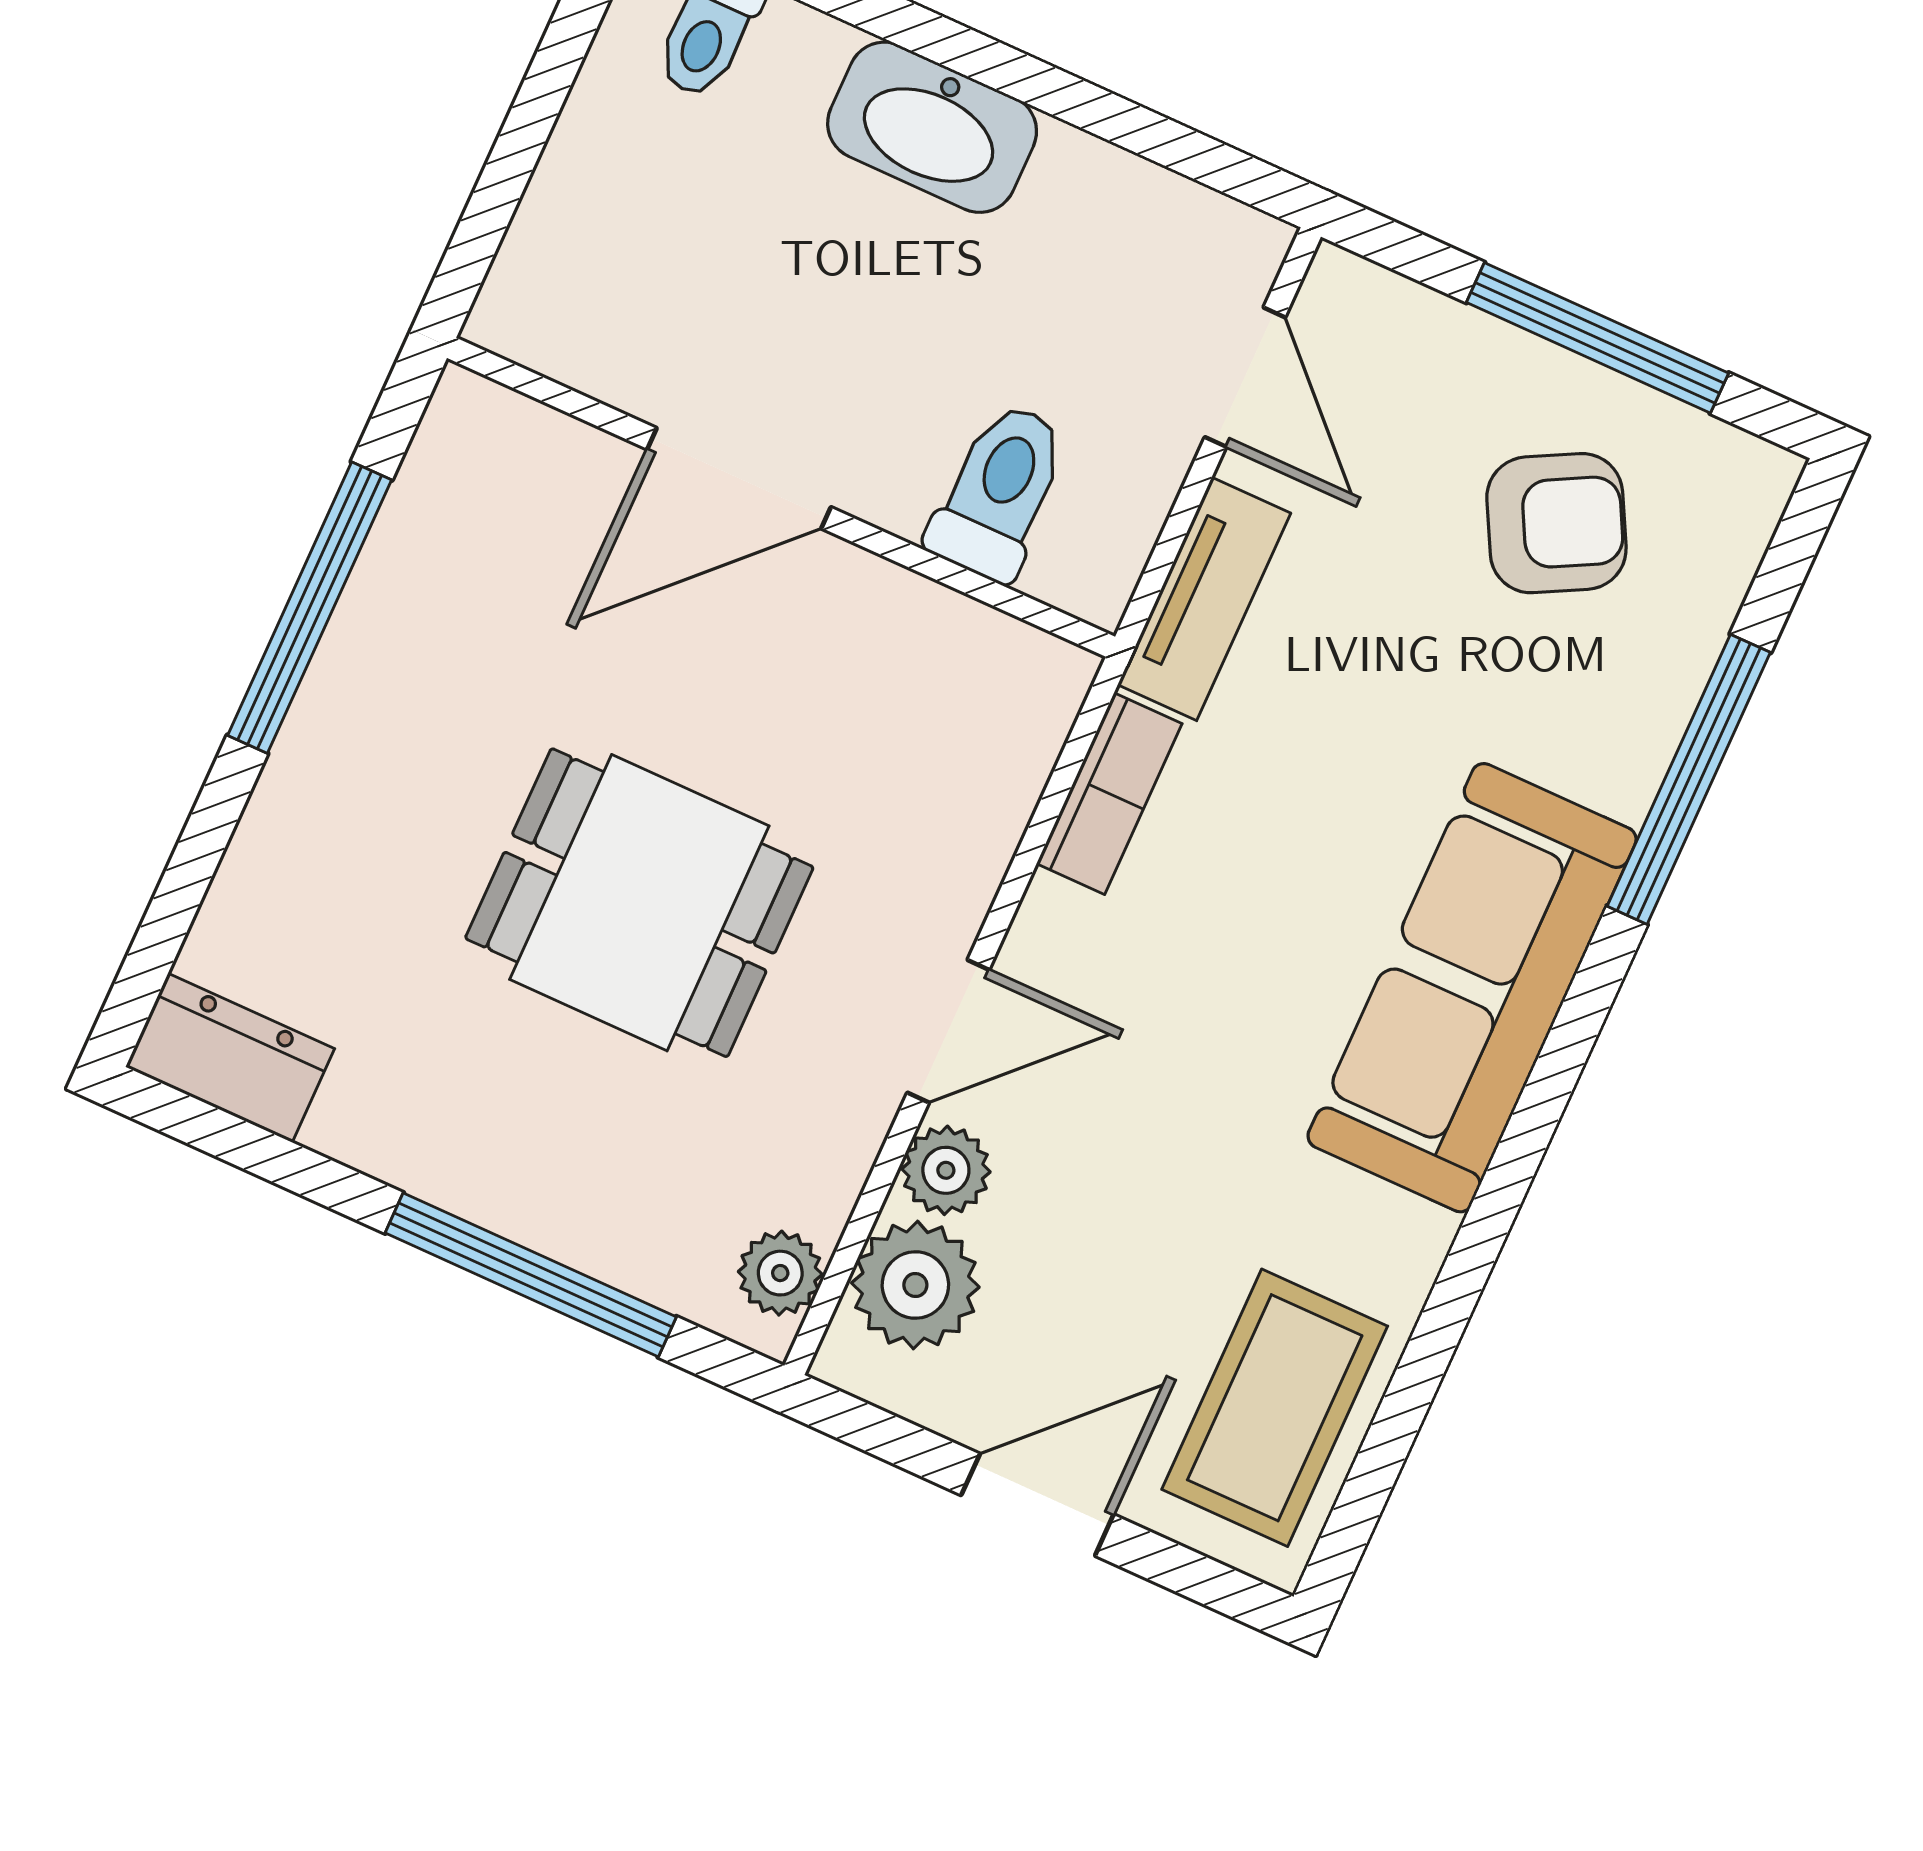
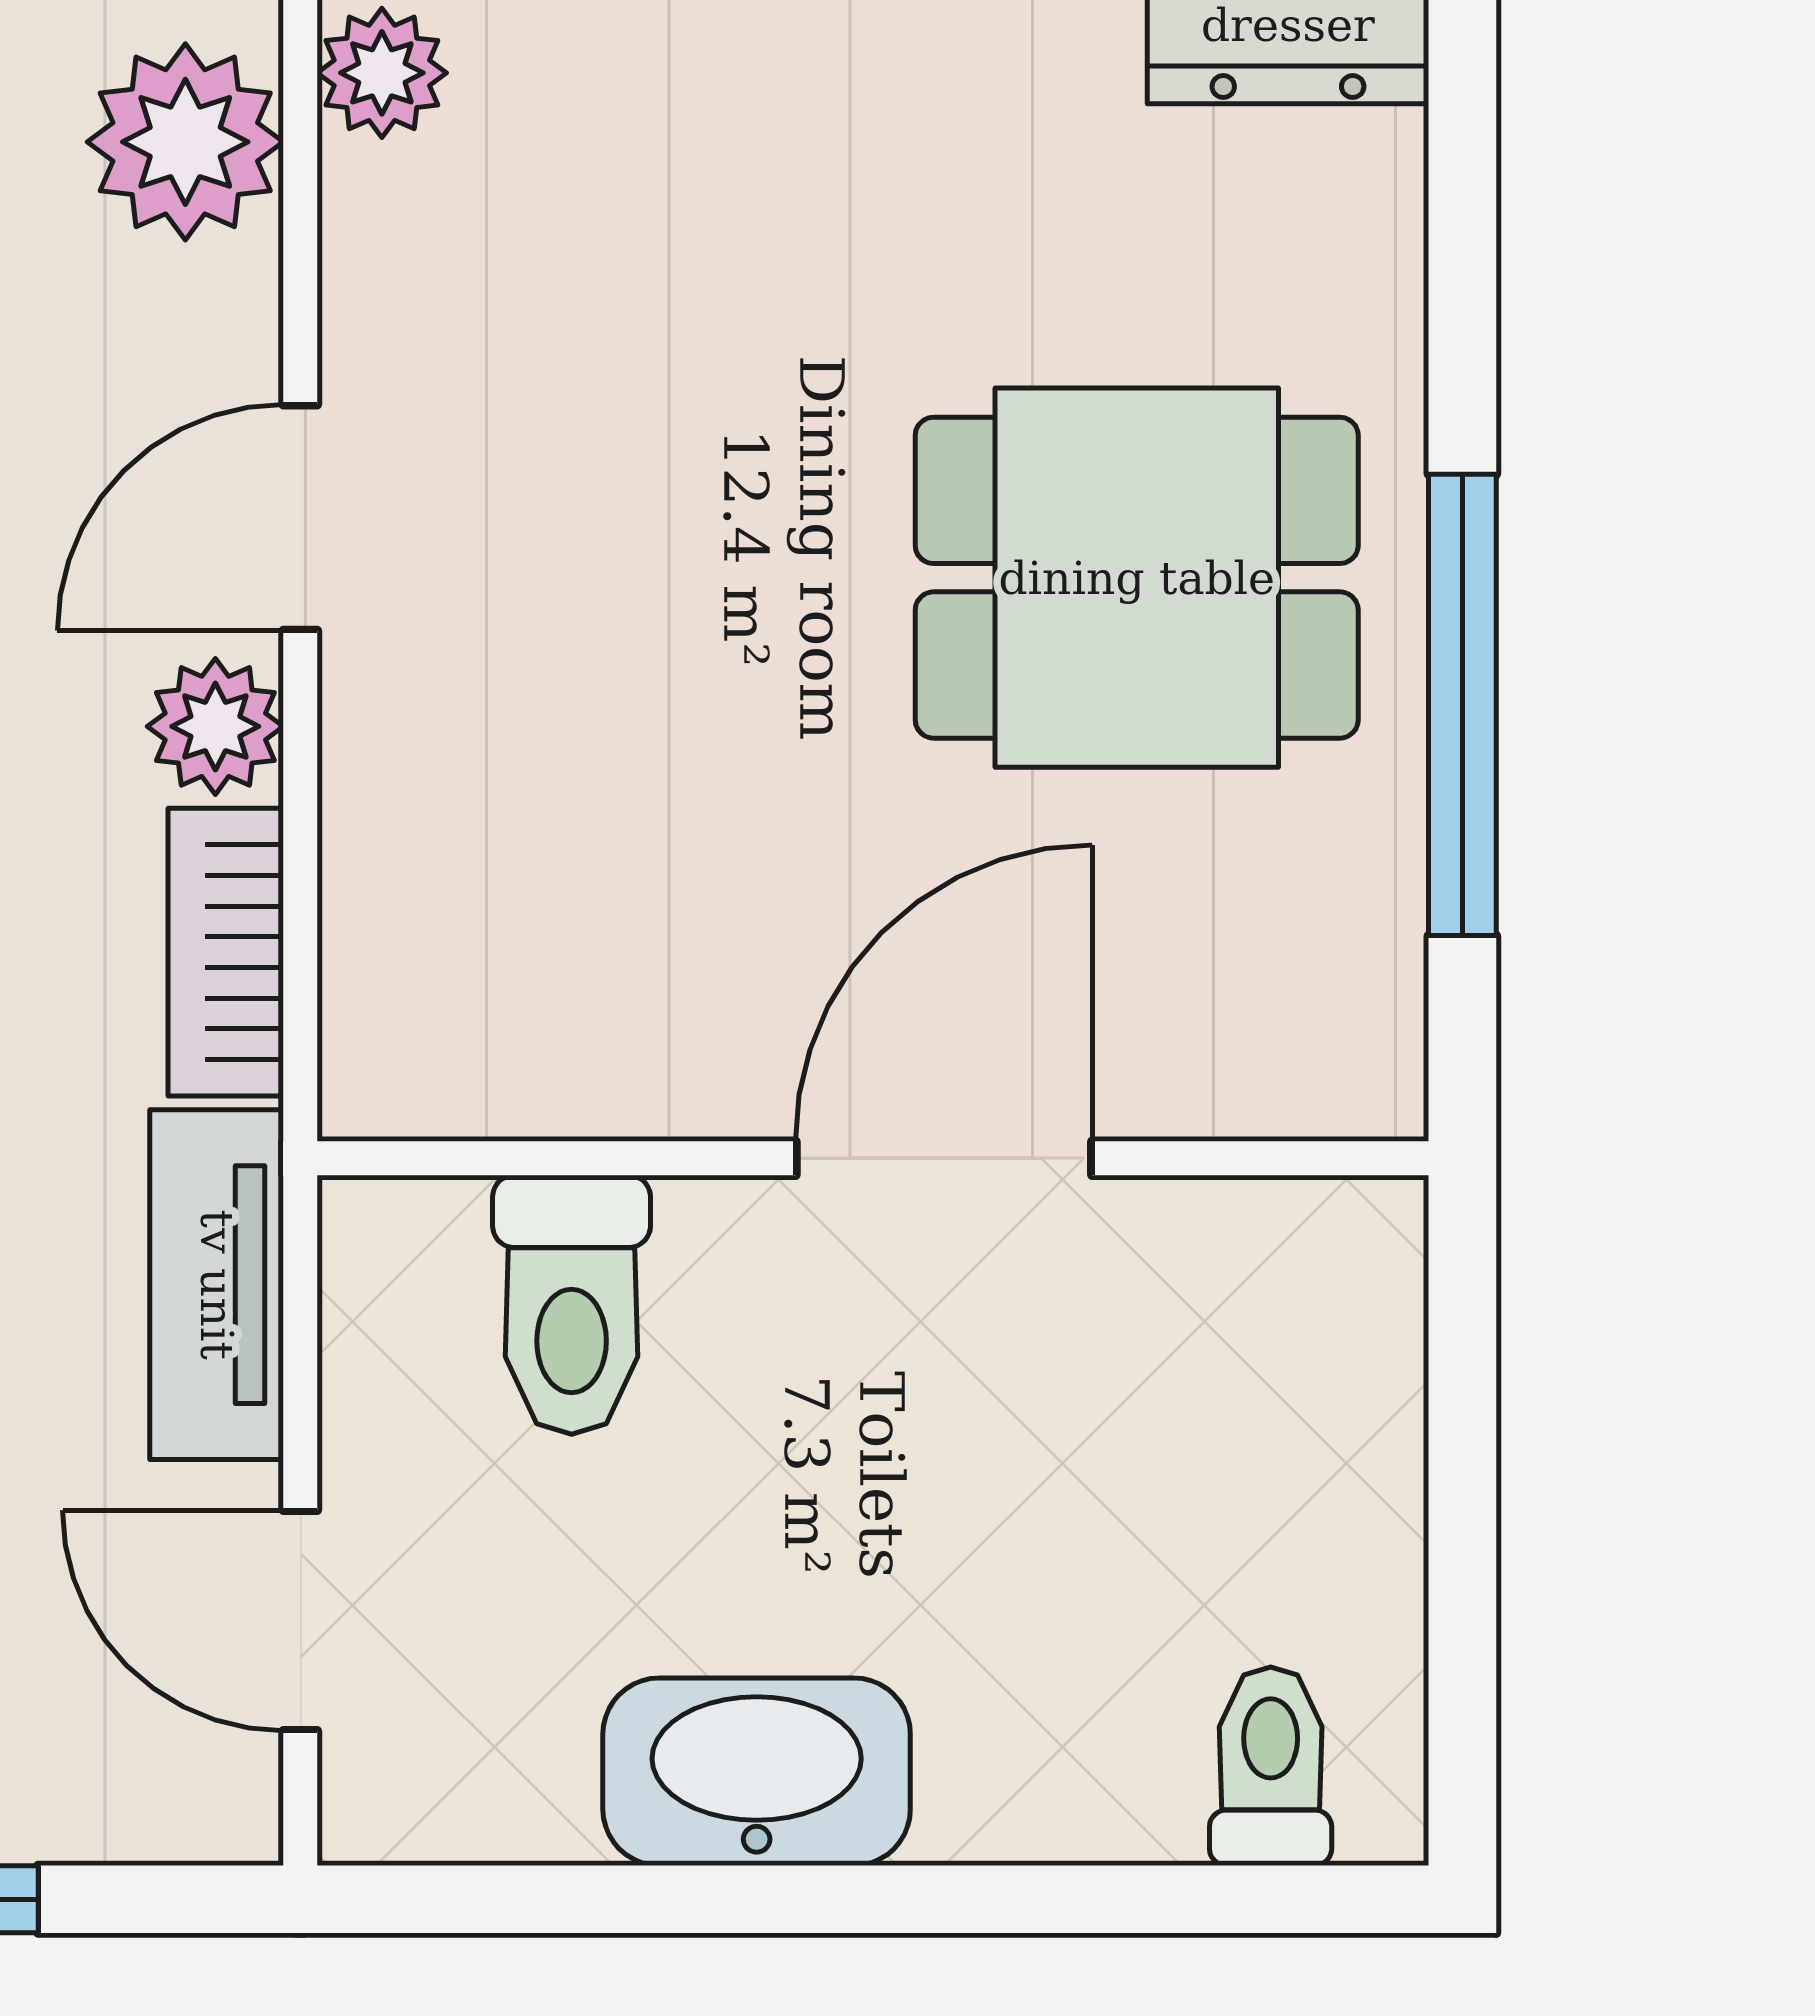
washbasin: (932, 127) -> (757, 1772), moved
dining table: (639, 903) -> (1137, 578), moved
plant: (946, 1170) -> (215, 726), moved

